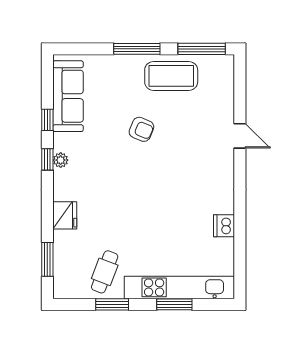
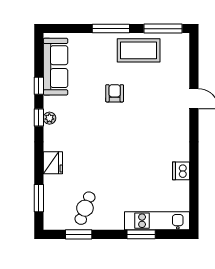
armchair: (141, 129) -> (115, 93), turned -113
kitchen unit: (179, 287) -> (157, 221), width x0.73
window: (112, 304) -> (79, 234), moved

